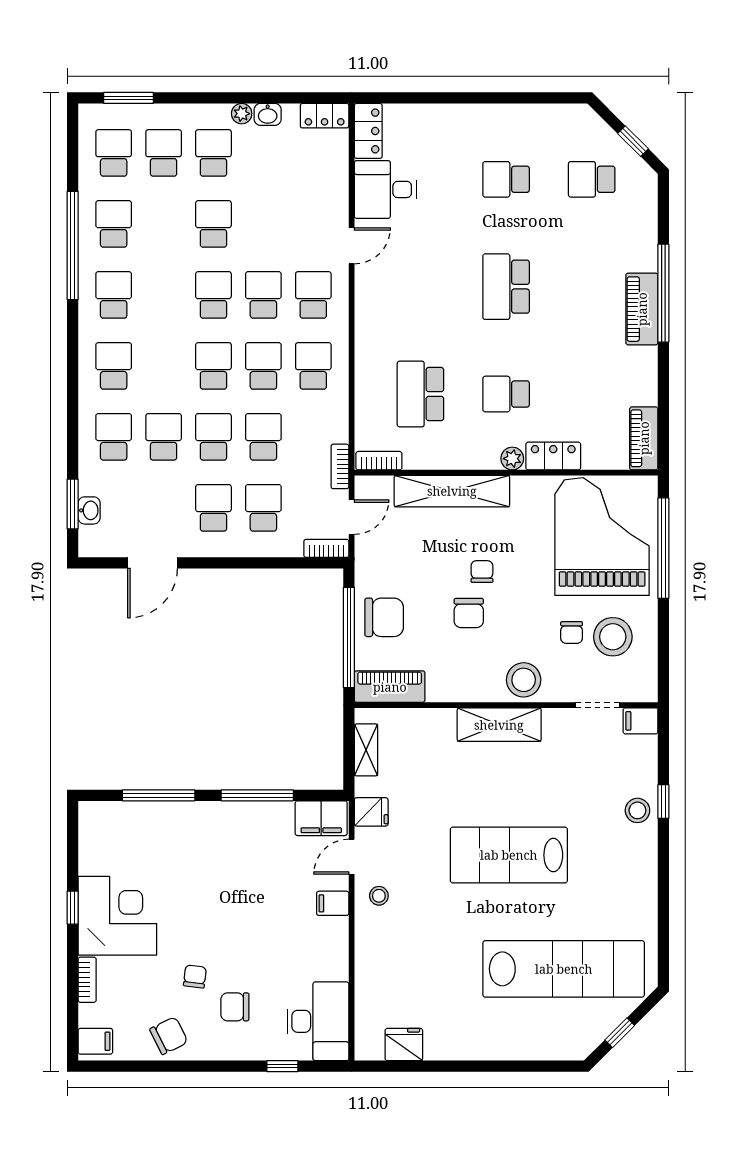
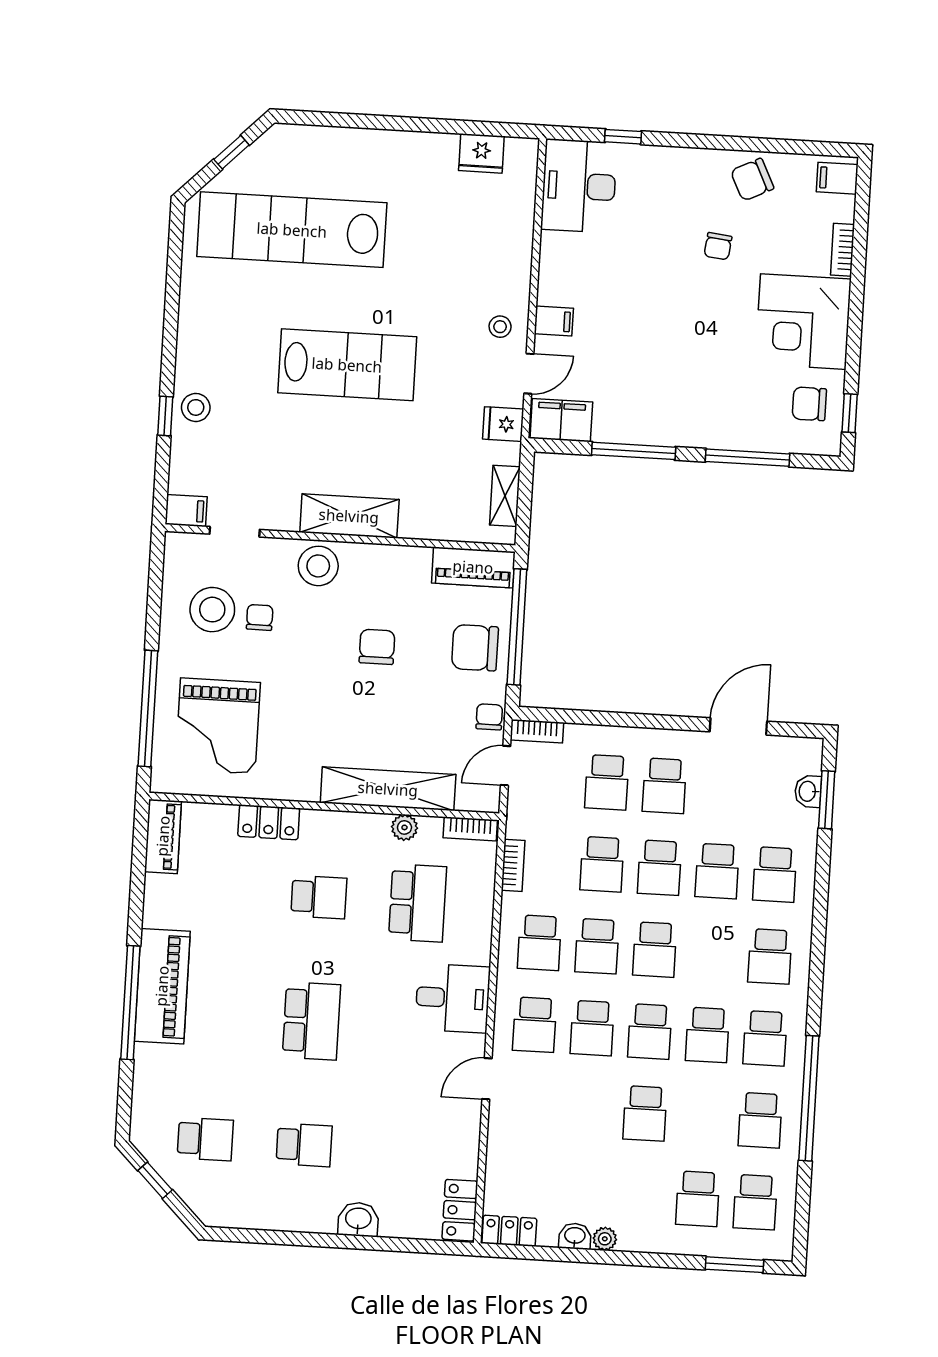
washbasin: (456, 118) -> (358, 1219), added
school desk: (213, 153) -> (707, 1035), moved
desk: (385, 189) -> (453, 998), moved
piano: (642, 309) -> (162, 986), width x1.37, depth x1.33
plant: (512, 459) -> (404, 827), moved
bookcase: (340, 466) -> (513, 865), moved
grand piano: (602, 537) -> (218, 726), width x0.73, depth x0.68
chair: (482, 572) -> (489, 717), moved, turned 180
window: (73, 908) -> (850, 413), moved
chair: (235, 1007) -> (809, 404), moved, turned 180

